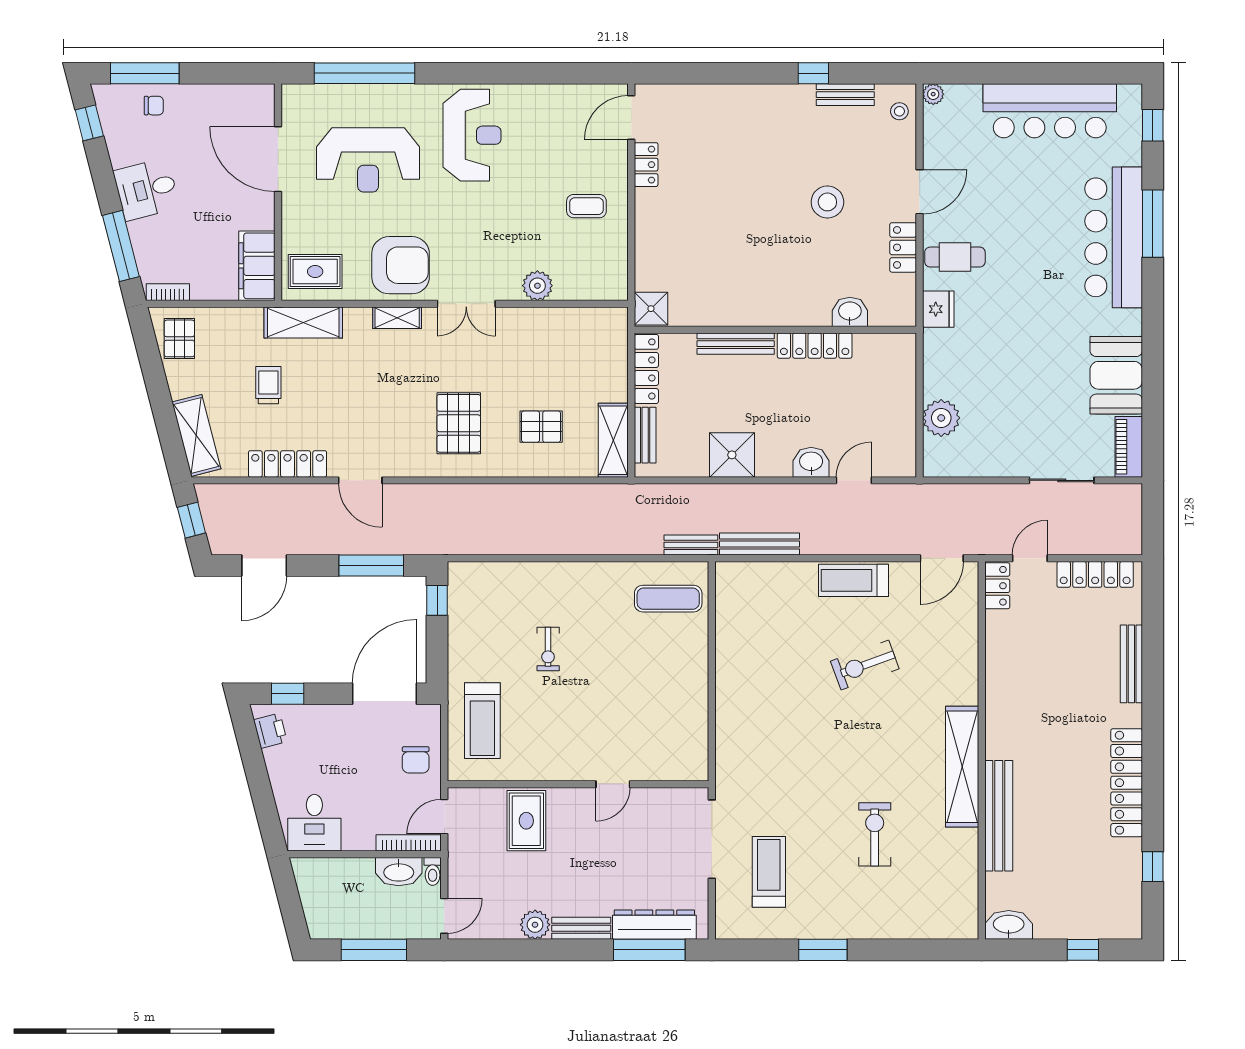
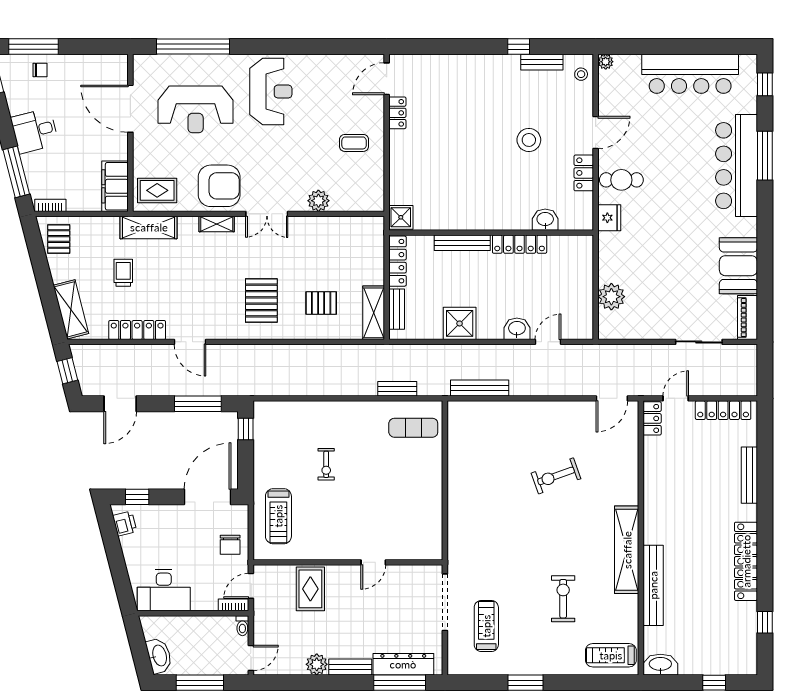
bench: (691, 545) -> (397, 389), moved
treadmill: (853, 580) -> (611, 655), moved
desk: (314, 823) -> (164, 590), width x1.37
bookcase: (409, 843) -> (234, 605), width x0.64
washbasin: (399, 872) -> (159, 656), moved, turned -104

